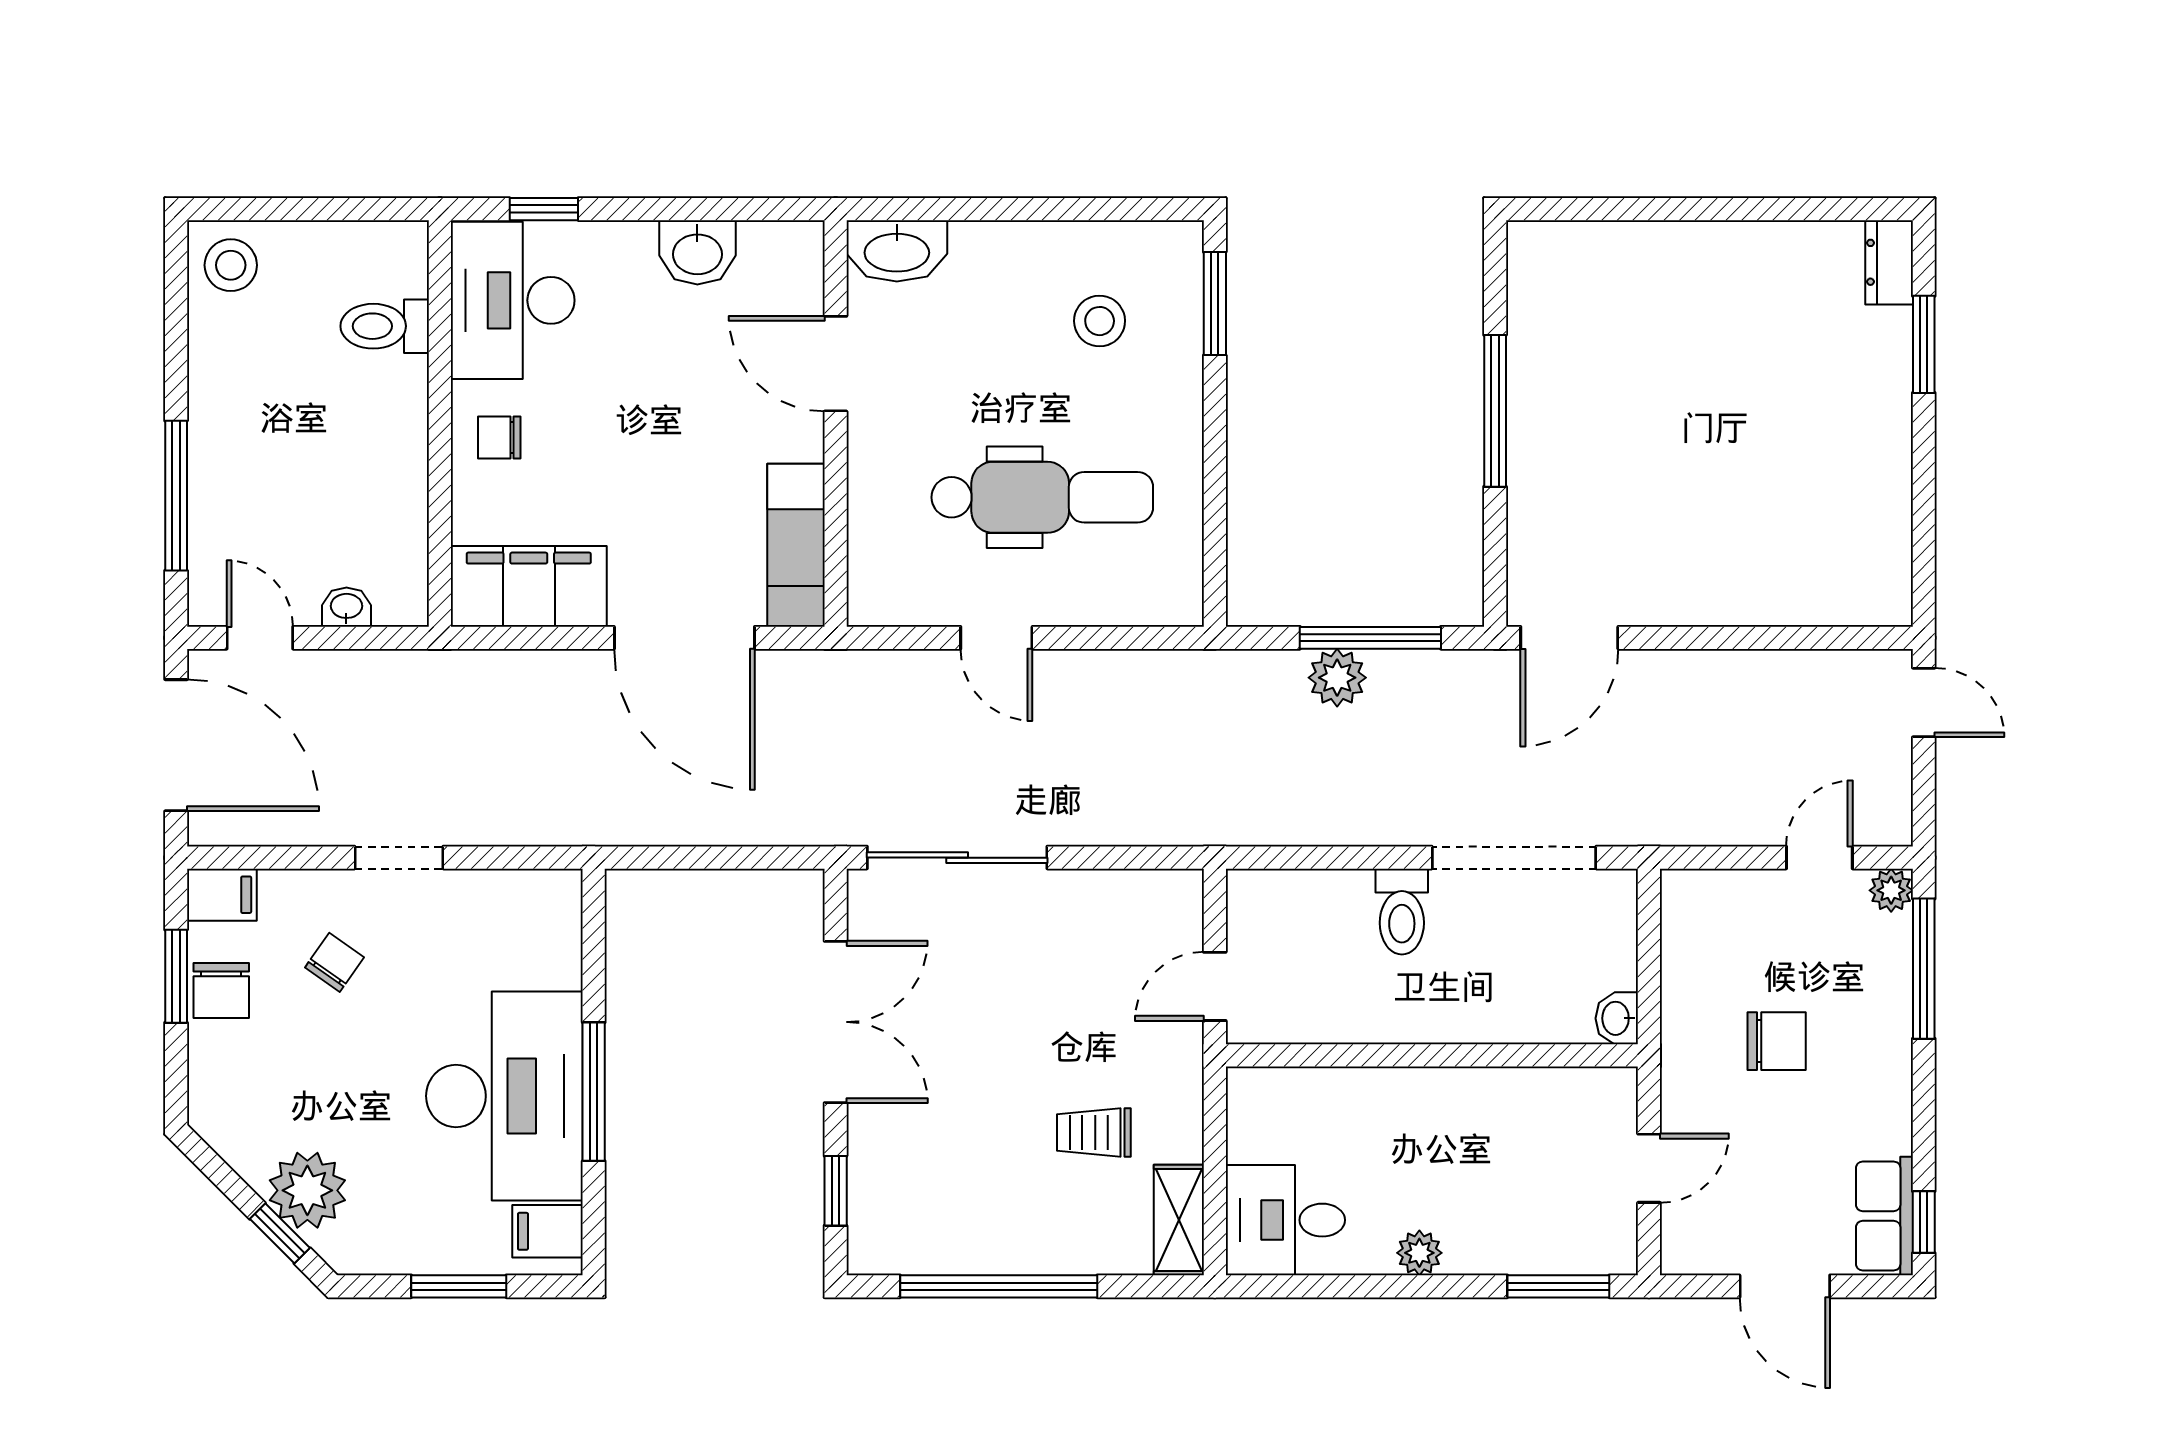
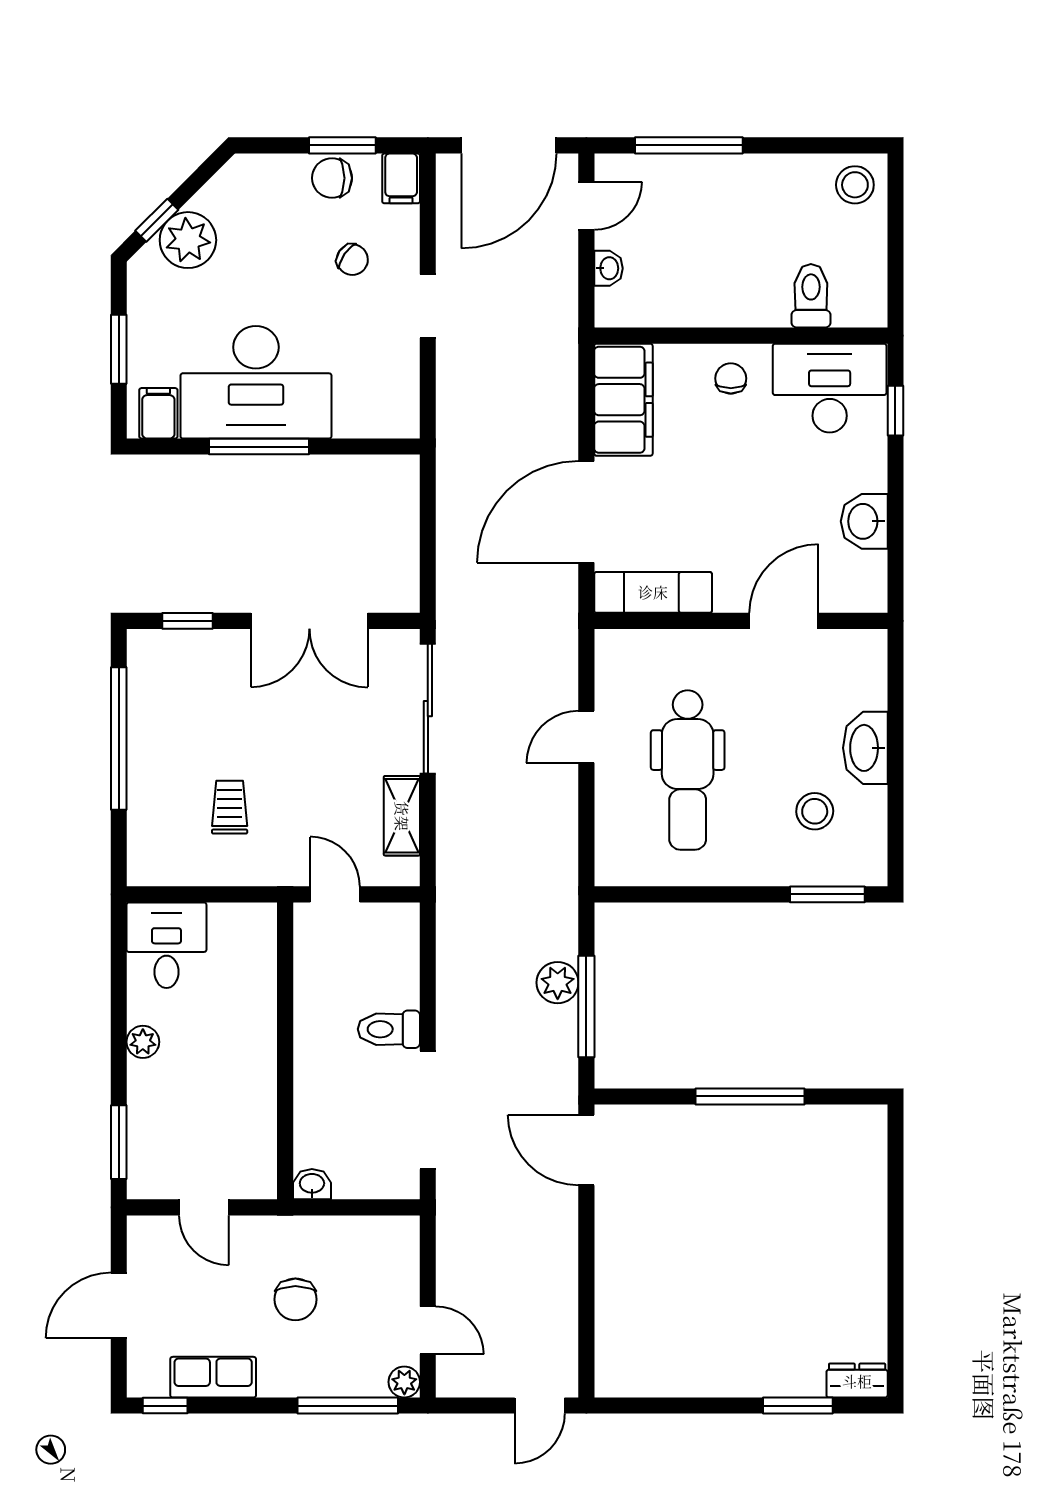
washbasin: (897, 251) -> (865, 748), moved
row of seats: (1884, 1216) -> (213, 1377), moved
shelving: (1179, 1220) -> (402, 816), moved, turned 90

